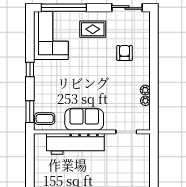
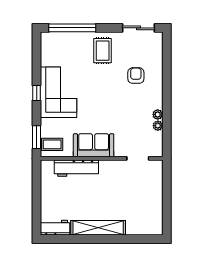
rug: (93, 29) -> (103, 51), turned 90
corner sofa: (51, 35) -> (59, 92), moved
workbench: (75, 144) -> (76, 168), width x0.73, depth x0.76

